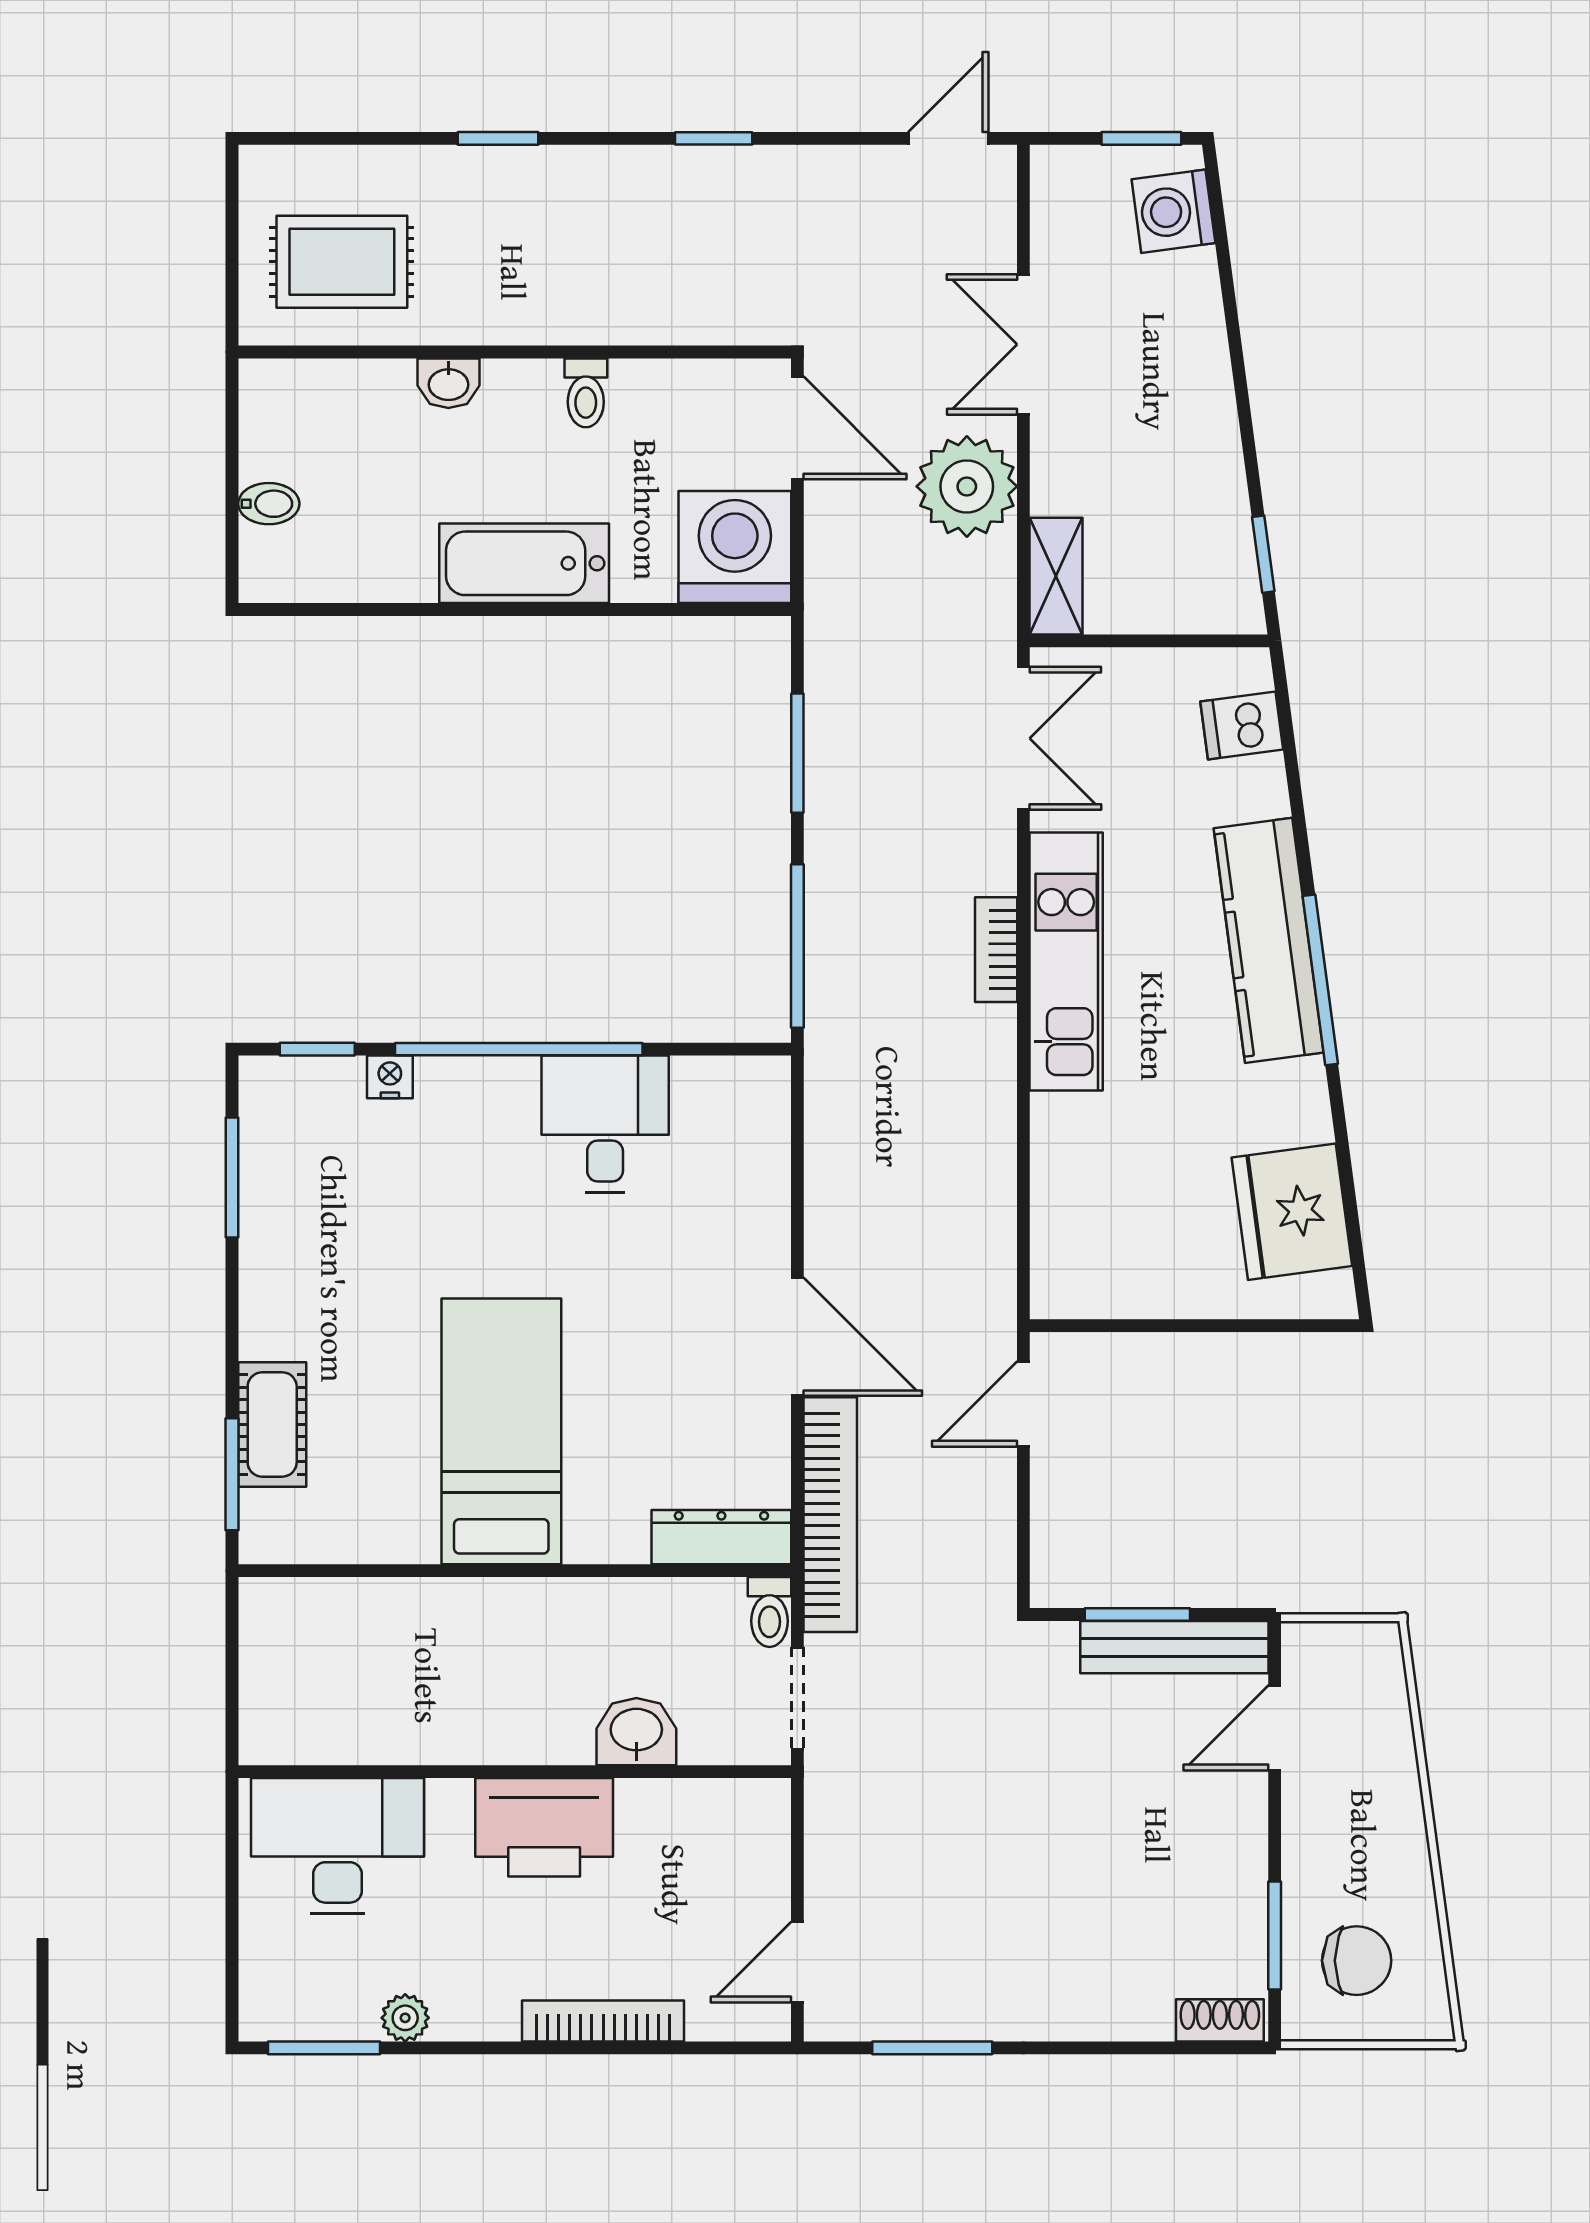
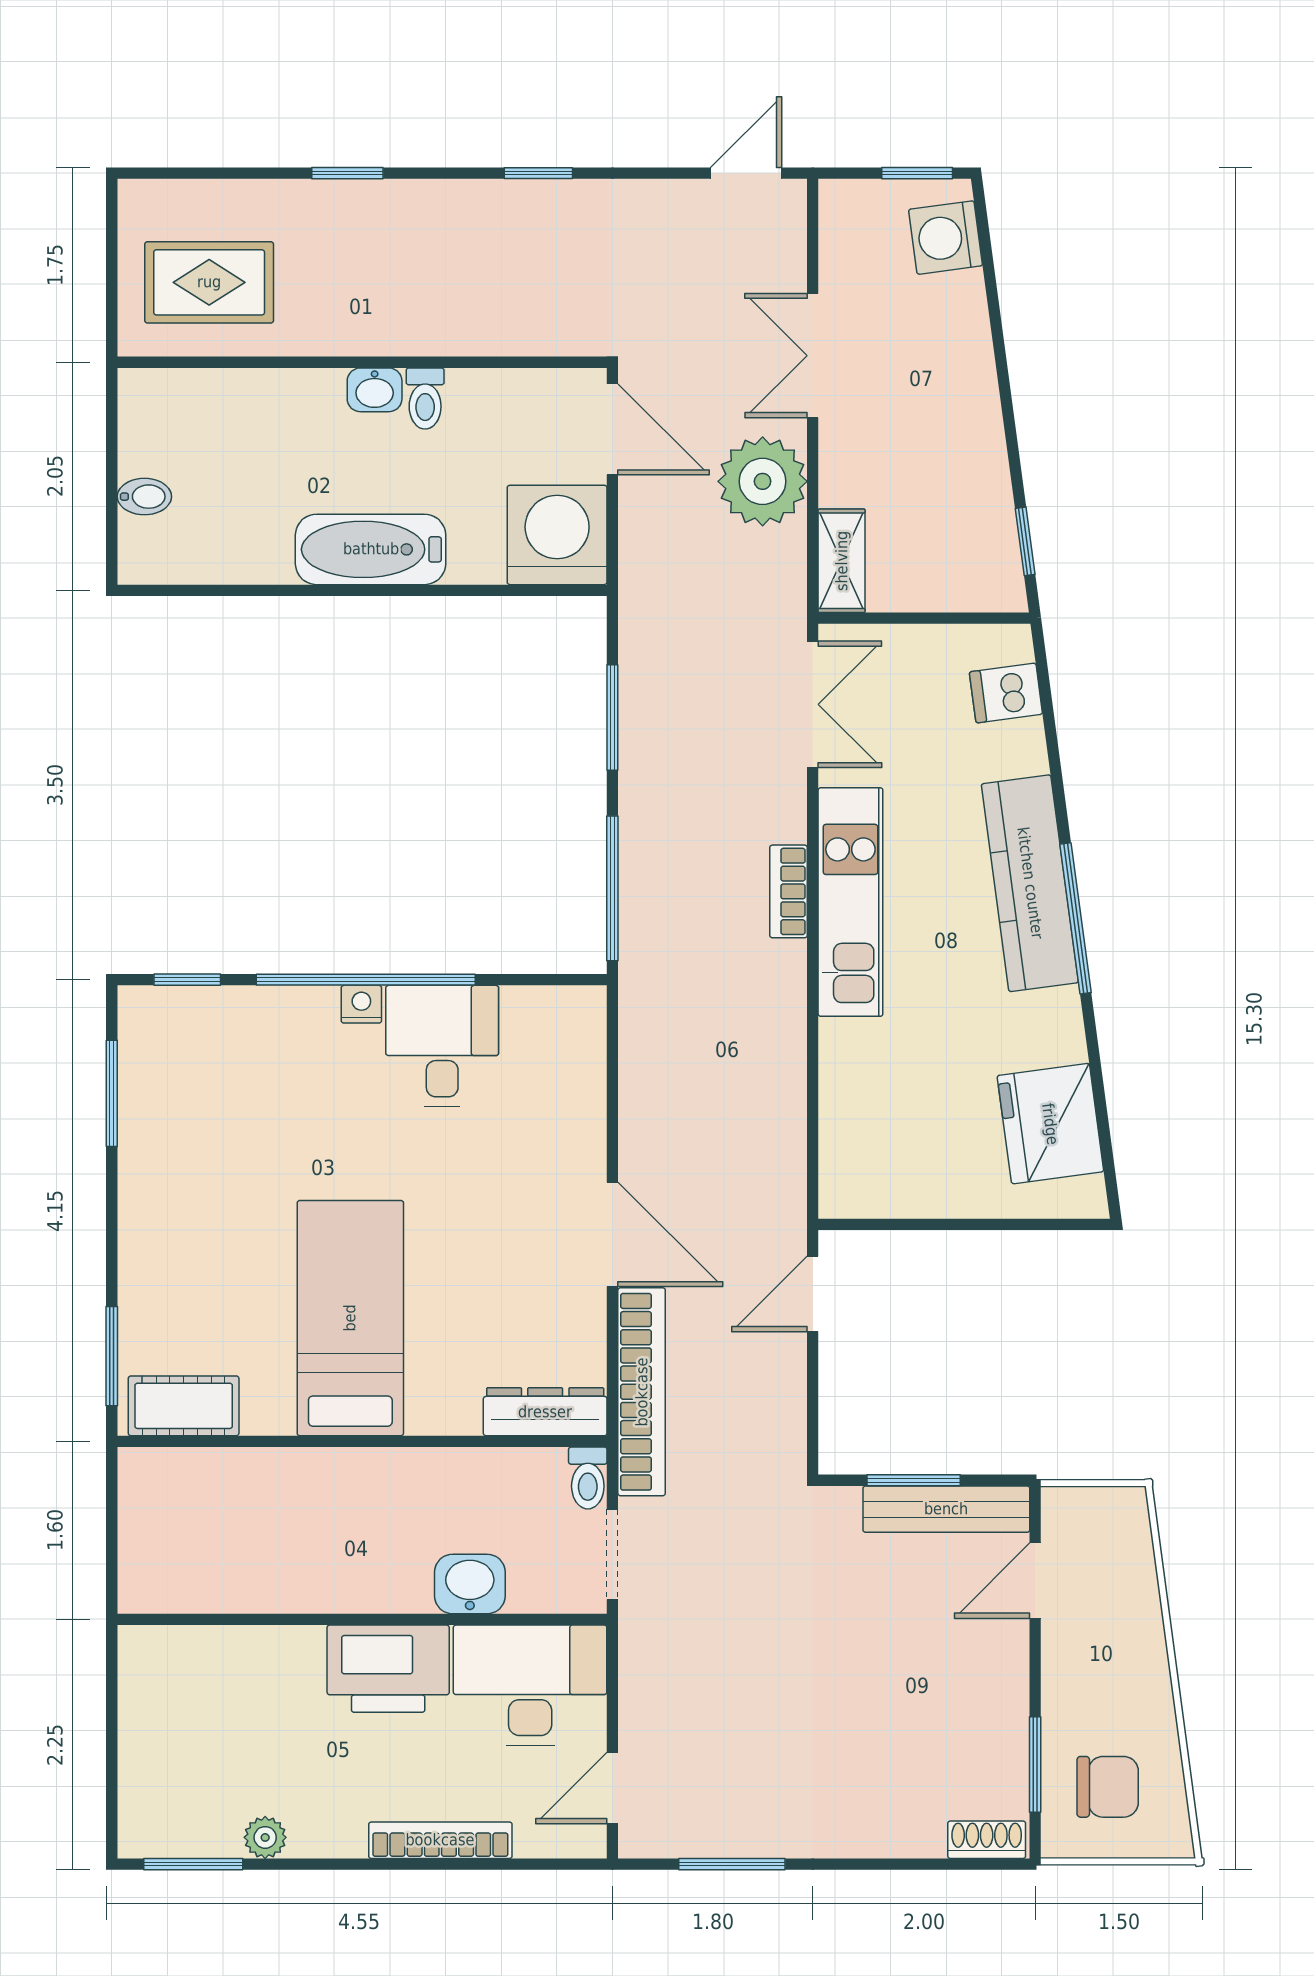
washbasin: (448, 383) -> (375, 390), moved
nightstand: (390, 1077) -> (361, 1004), moved
cot: (272, 1424) -> (184, 1406), moved, turned 90
desk: (338, 1846) -> (530, 1685), moved

